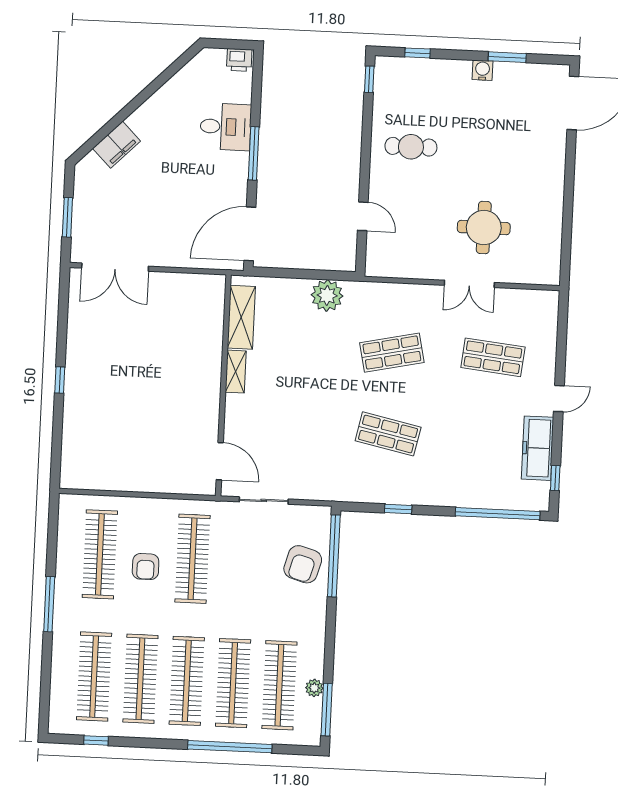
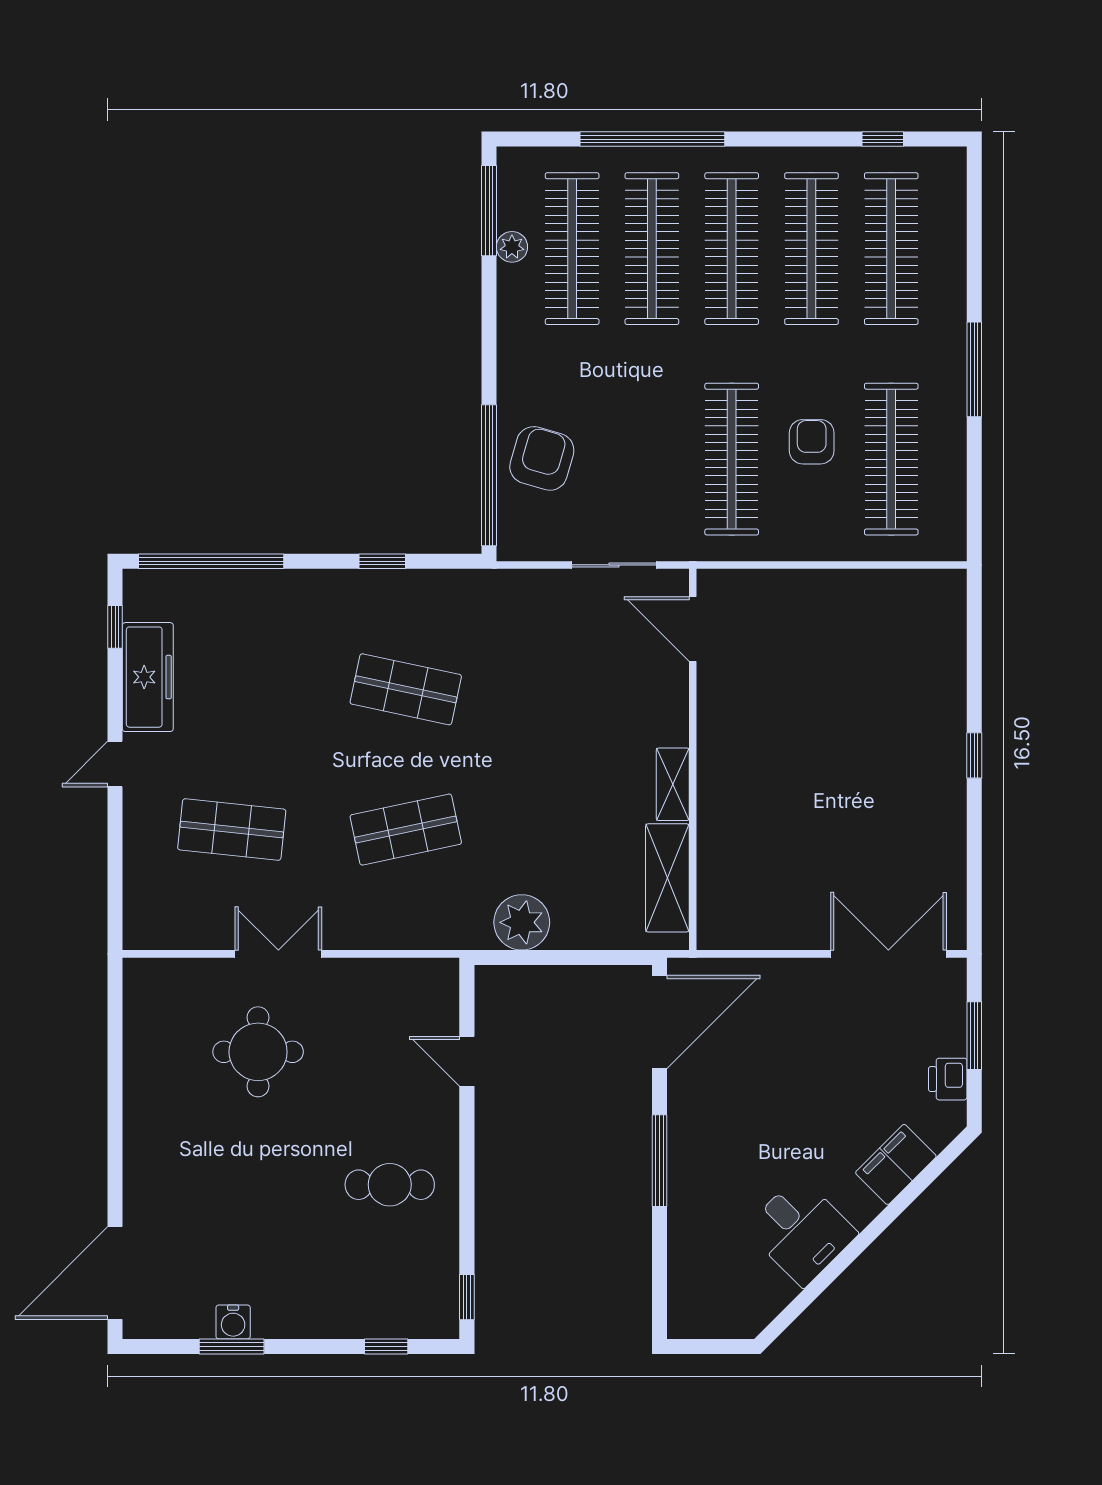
printer: (239, 60) -> (948, 1079), moved, turned -90
water cooler: (482, 70) -> (233, 1322), moved
desk: (226, 127) -> (801, 1231), moved, turned -135

